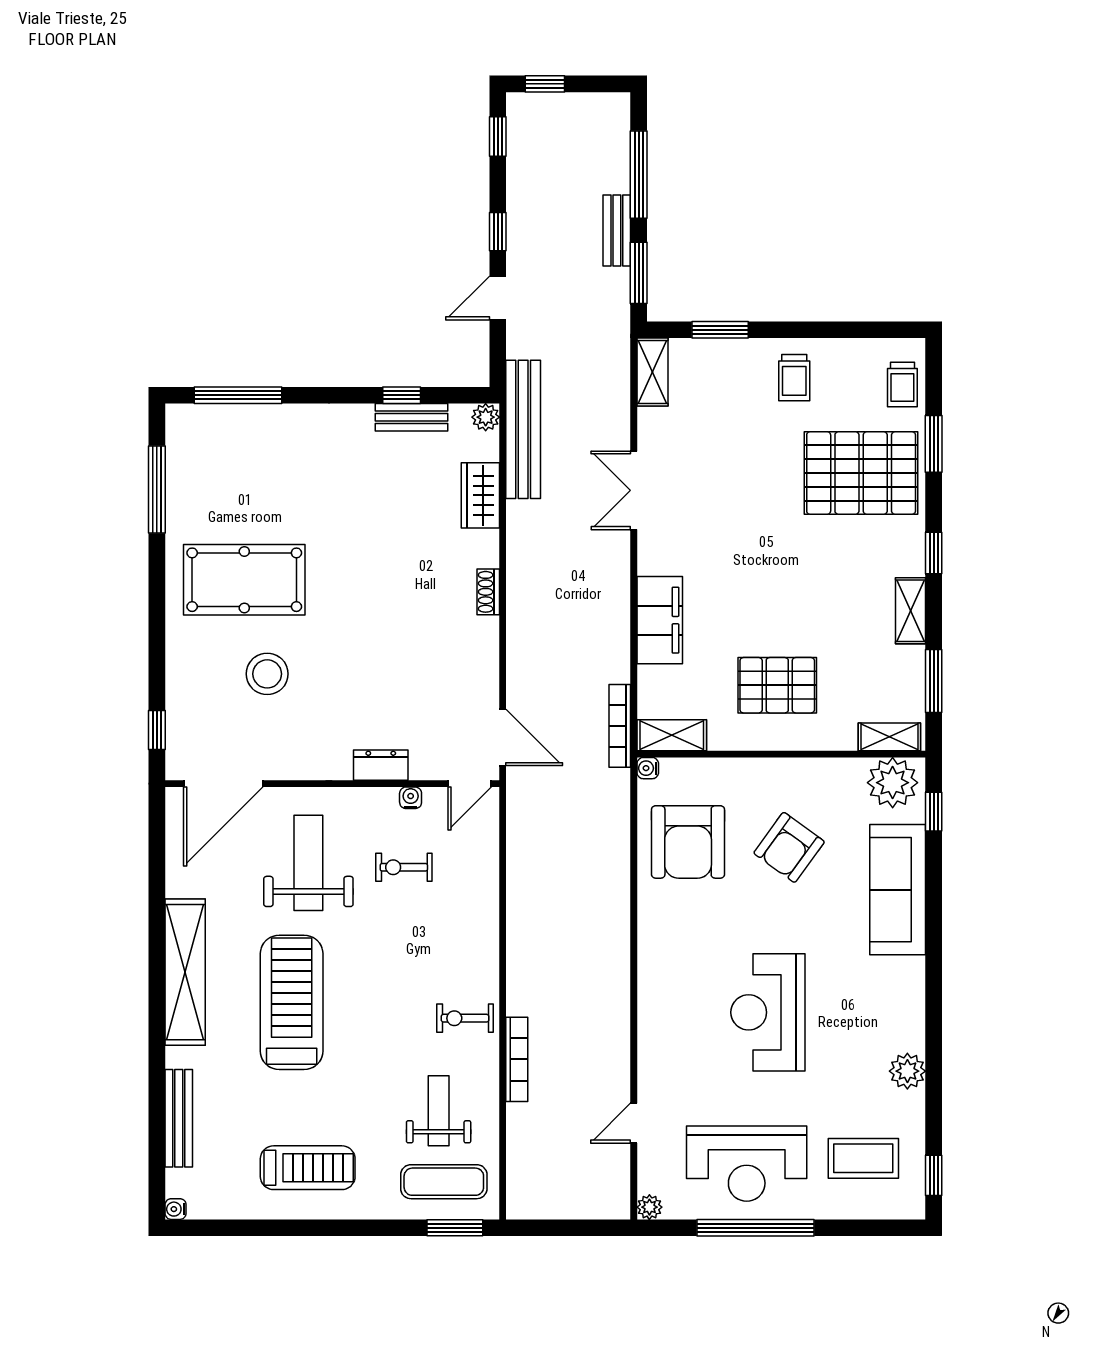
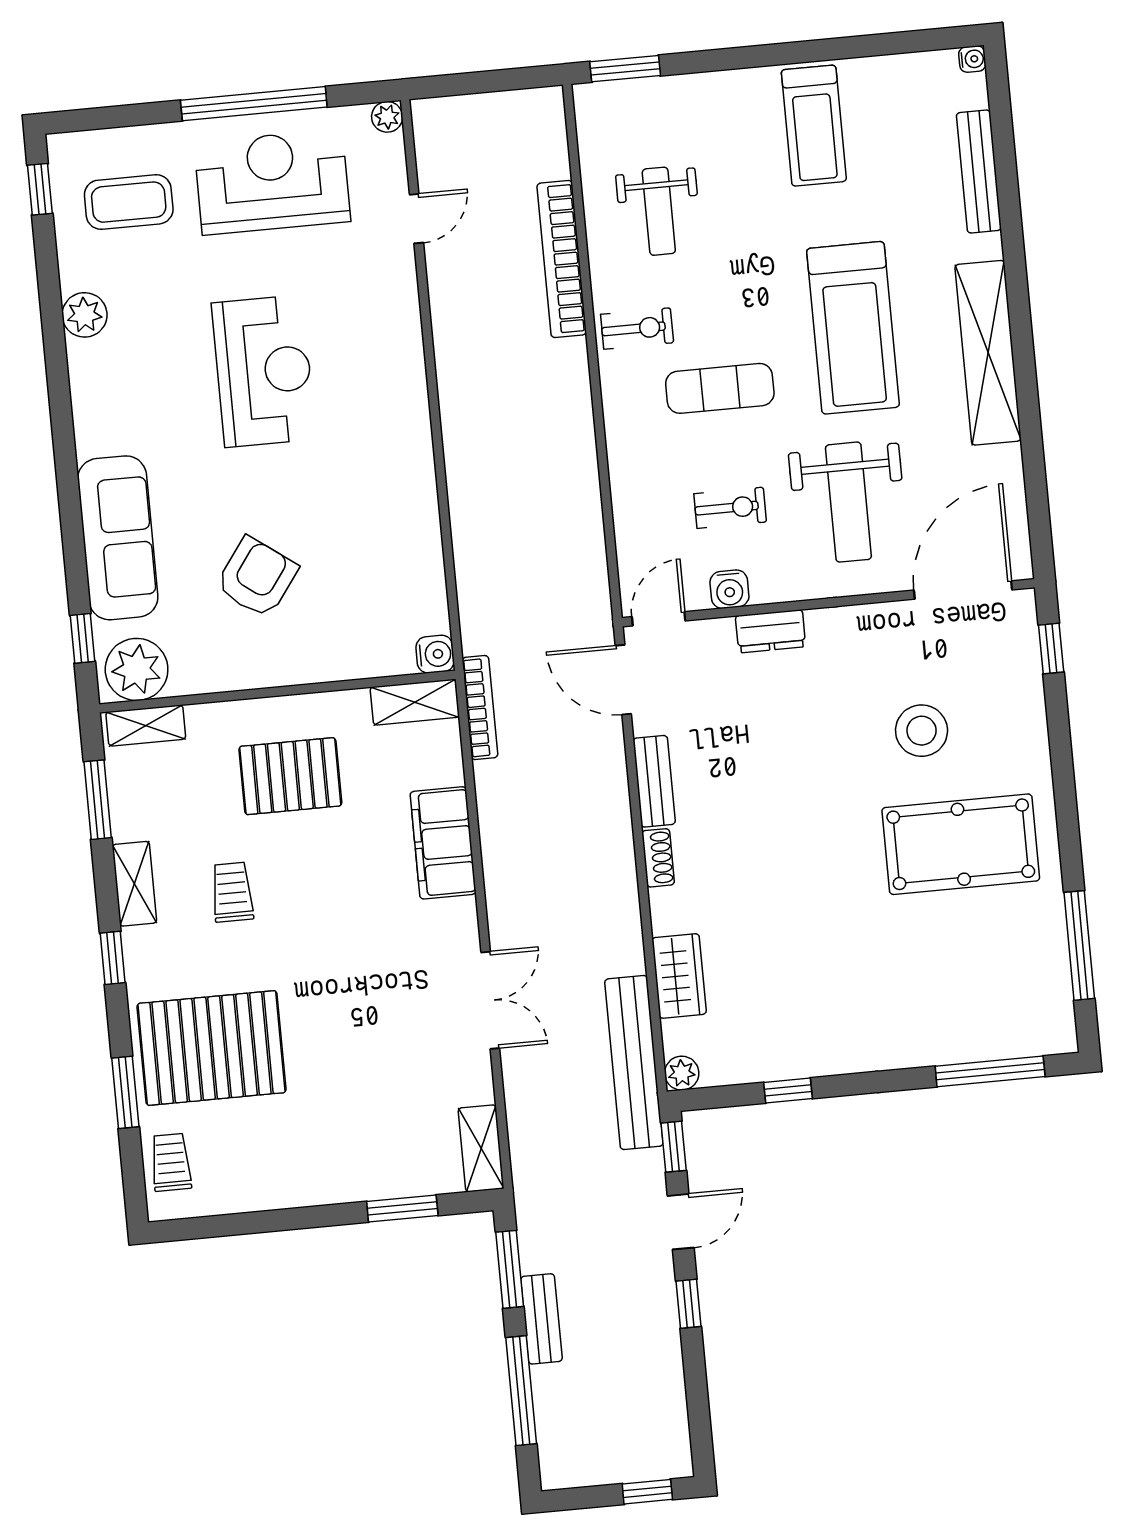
window: (498, 136) -> (674, 1147), moved
trolley: (794, 378) -> (232, 892), moved
bench: (411, 417) -> (654, 781), moved, turned 90
water cooler: (648, 768) -> (435, 654), width x1.38, depth x1.38
water cooler: (411, 798) -> (729, 589), width x1.38, depth x1.38
armchair: (688, 842) -> (382, 572), removed
bookcase: (517, 1059) -> (562, 259), width x1.48, depth x1.31
treadmill: (308, 1168) -> (814, 126), turned -90
exercise mat: (444, 1182) -> (720, 388), moved

